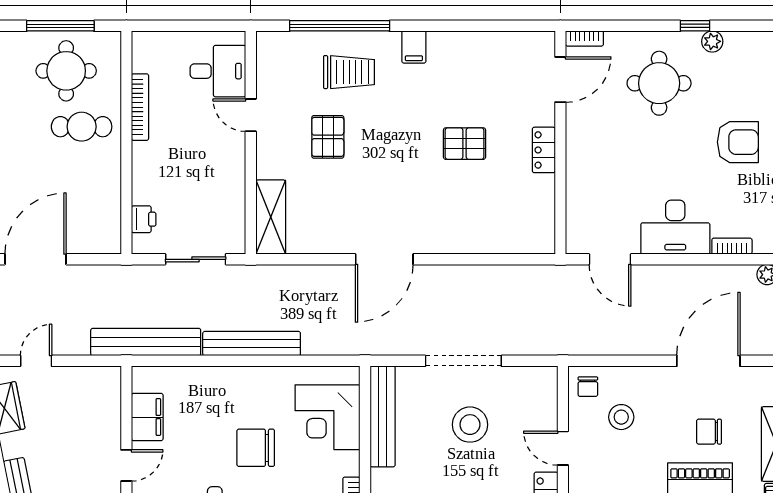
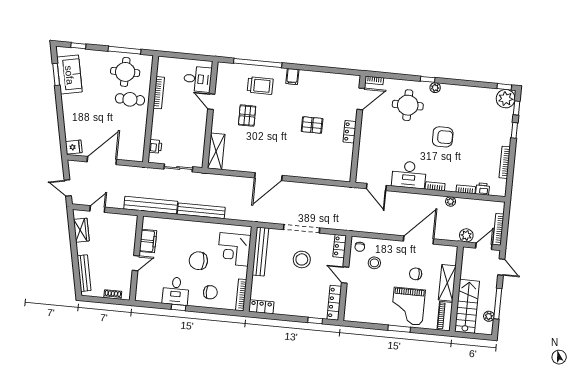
locker: (546, 389) -> (340, 246), added

